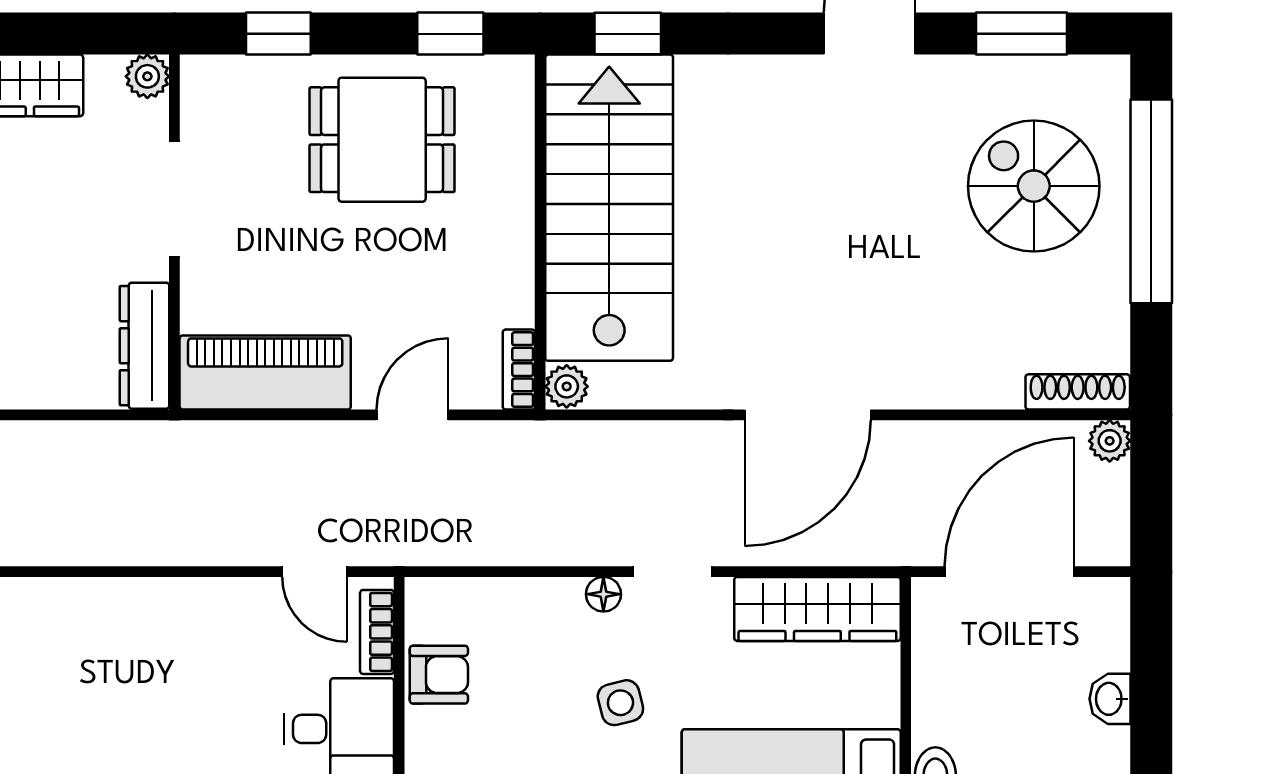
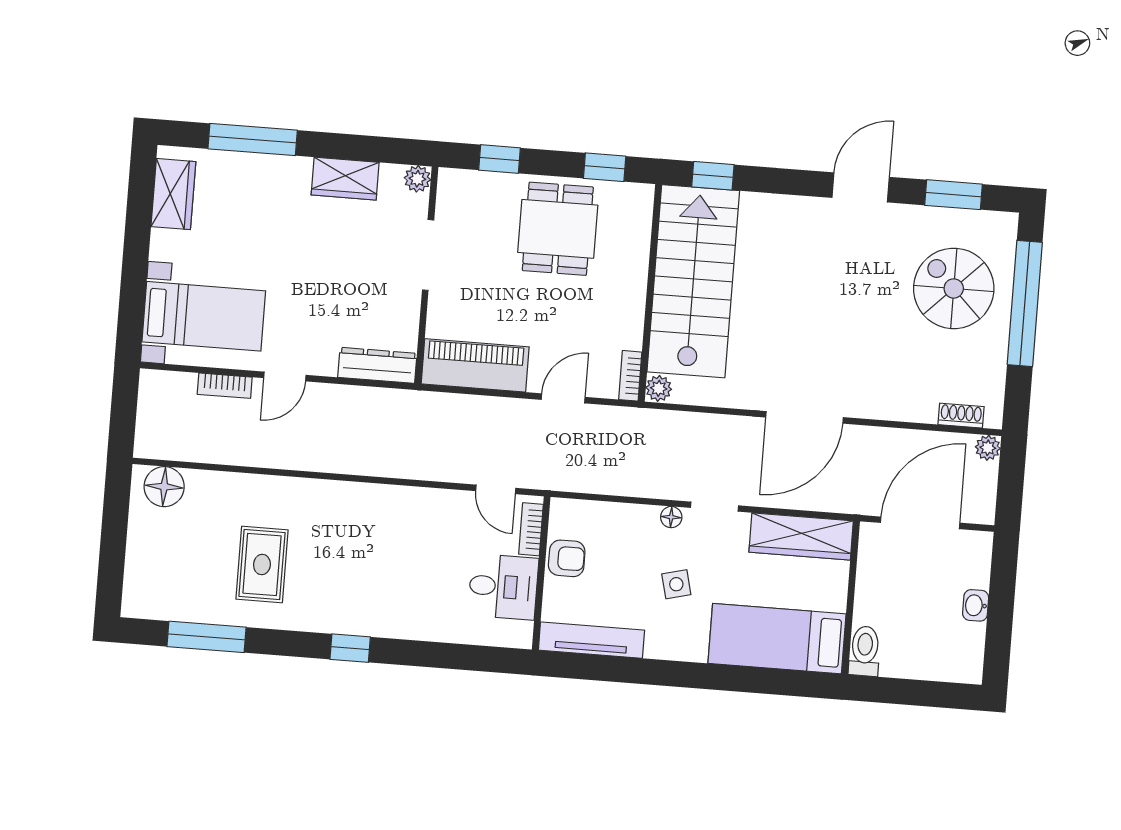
dining table: (382, 140) -> (558, 229), turned 90
dresser: (145, 346) -> (377, 365), moved, turned 90
shoe rack: (1078, 392) -> (961, 416), width x0.70

